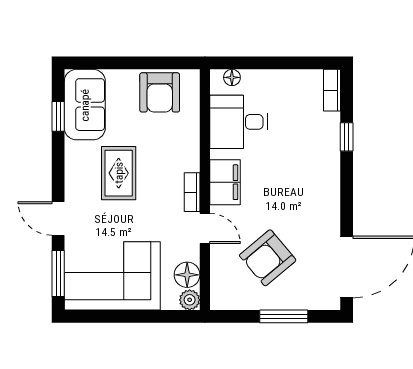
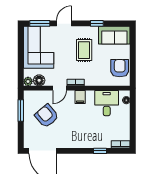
armchair: (160, 92) -> (120, 68), turned 90
window: (58, 116) -> (97, 23), moved
rug: (119, 173) -> (84, 50), turned 90
filing cabinet: (225, 182) -> (80, 97), width x0.50
window: (284, 316) -> (21, 111), moved

